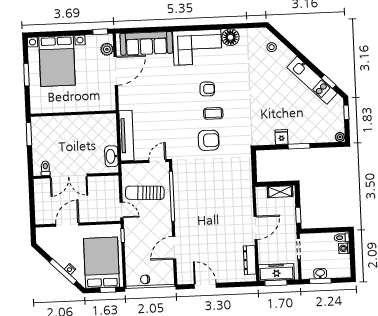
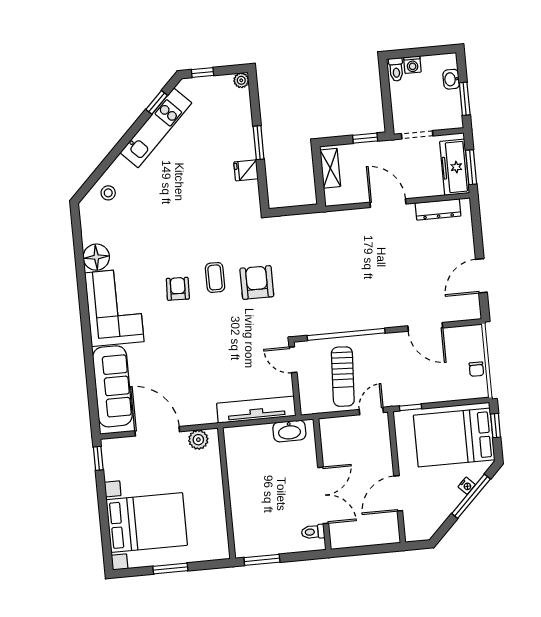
plant: (107, 49) -> (198, 440), moved
door: (67, 225) -> (398, 493), hinge flipped
washbasin: (320, 273) -> (451, 79), moved

